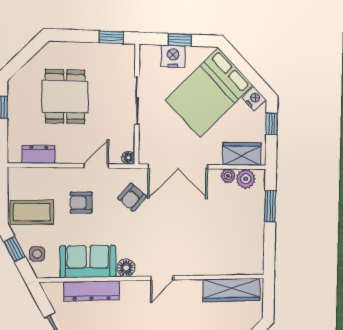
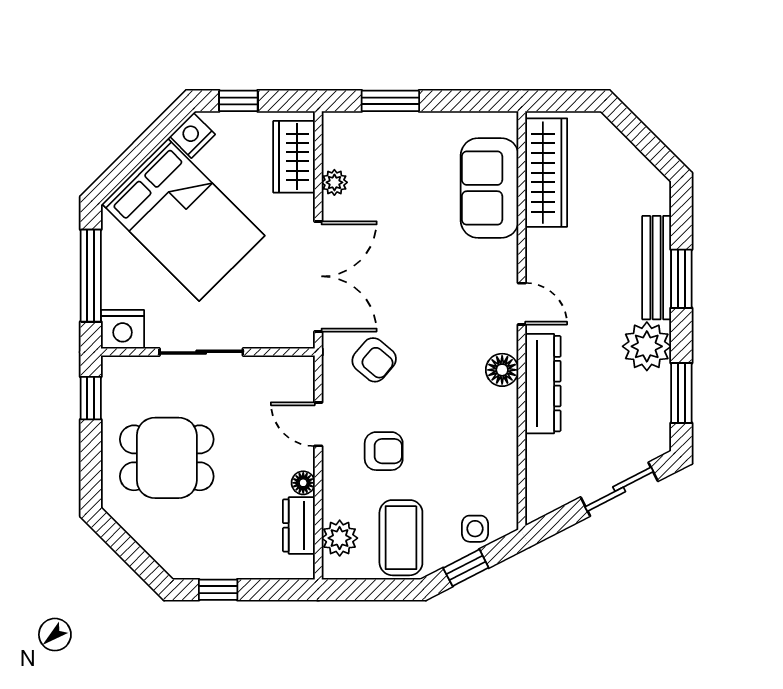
window: (180, 40) -> (91, 276), width x2.17
nightstand: (173, 56) -> (123, 329), moved, turned -90
dining table: (65, 97) -> (167, 458), moved
floor lamp: (128, 158) -> (303, 483), moved
plant: (246, 179) -> (340, 538), moved
armchair: (81, 203) -> (384, 451), turned -90
sofa: (88, 261) -> (490, 188), moved
dresser: (92, 291) -> (543, 384), moved

